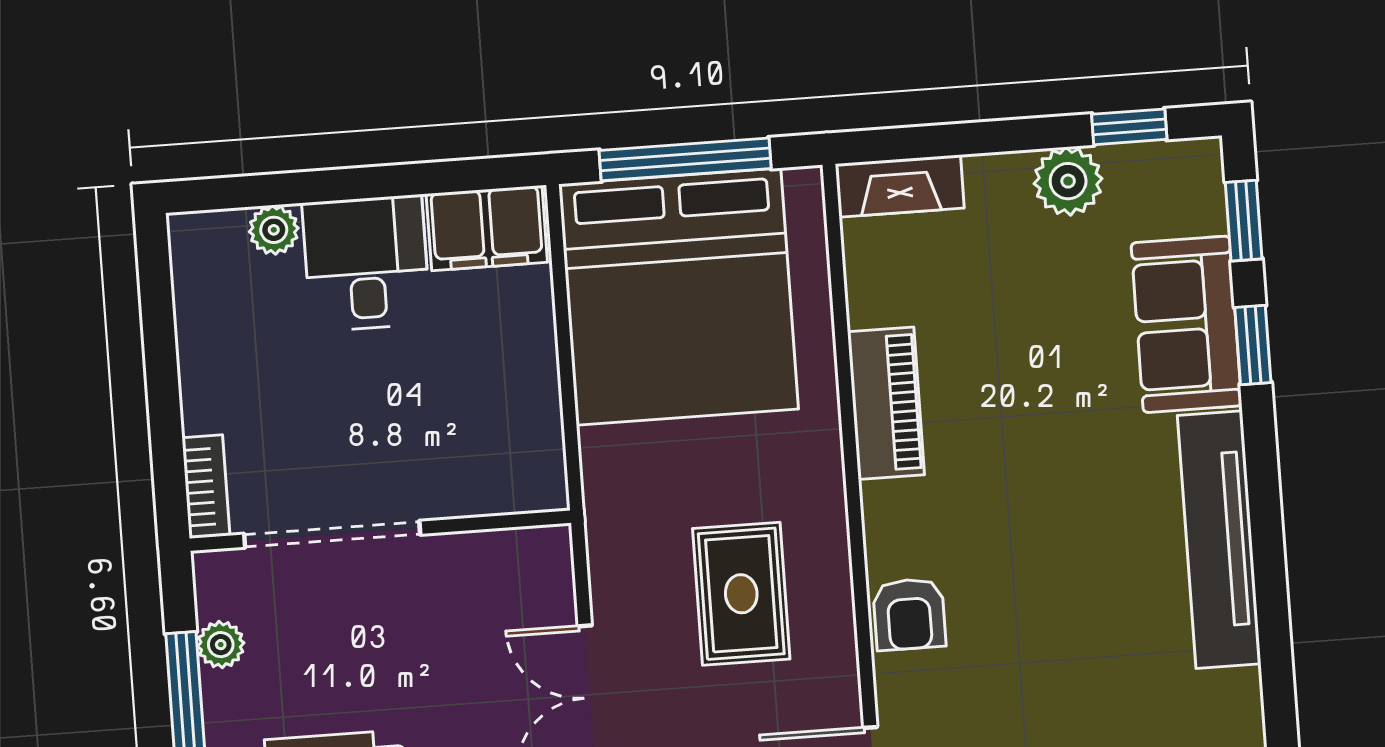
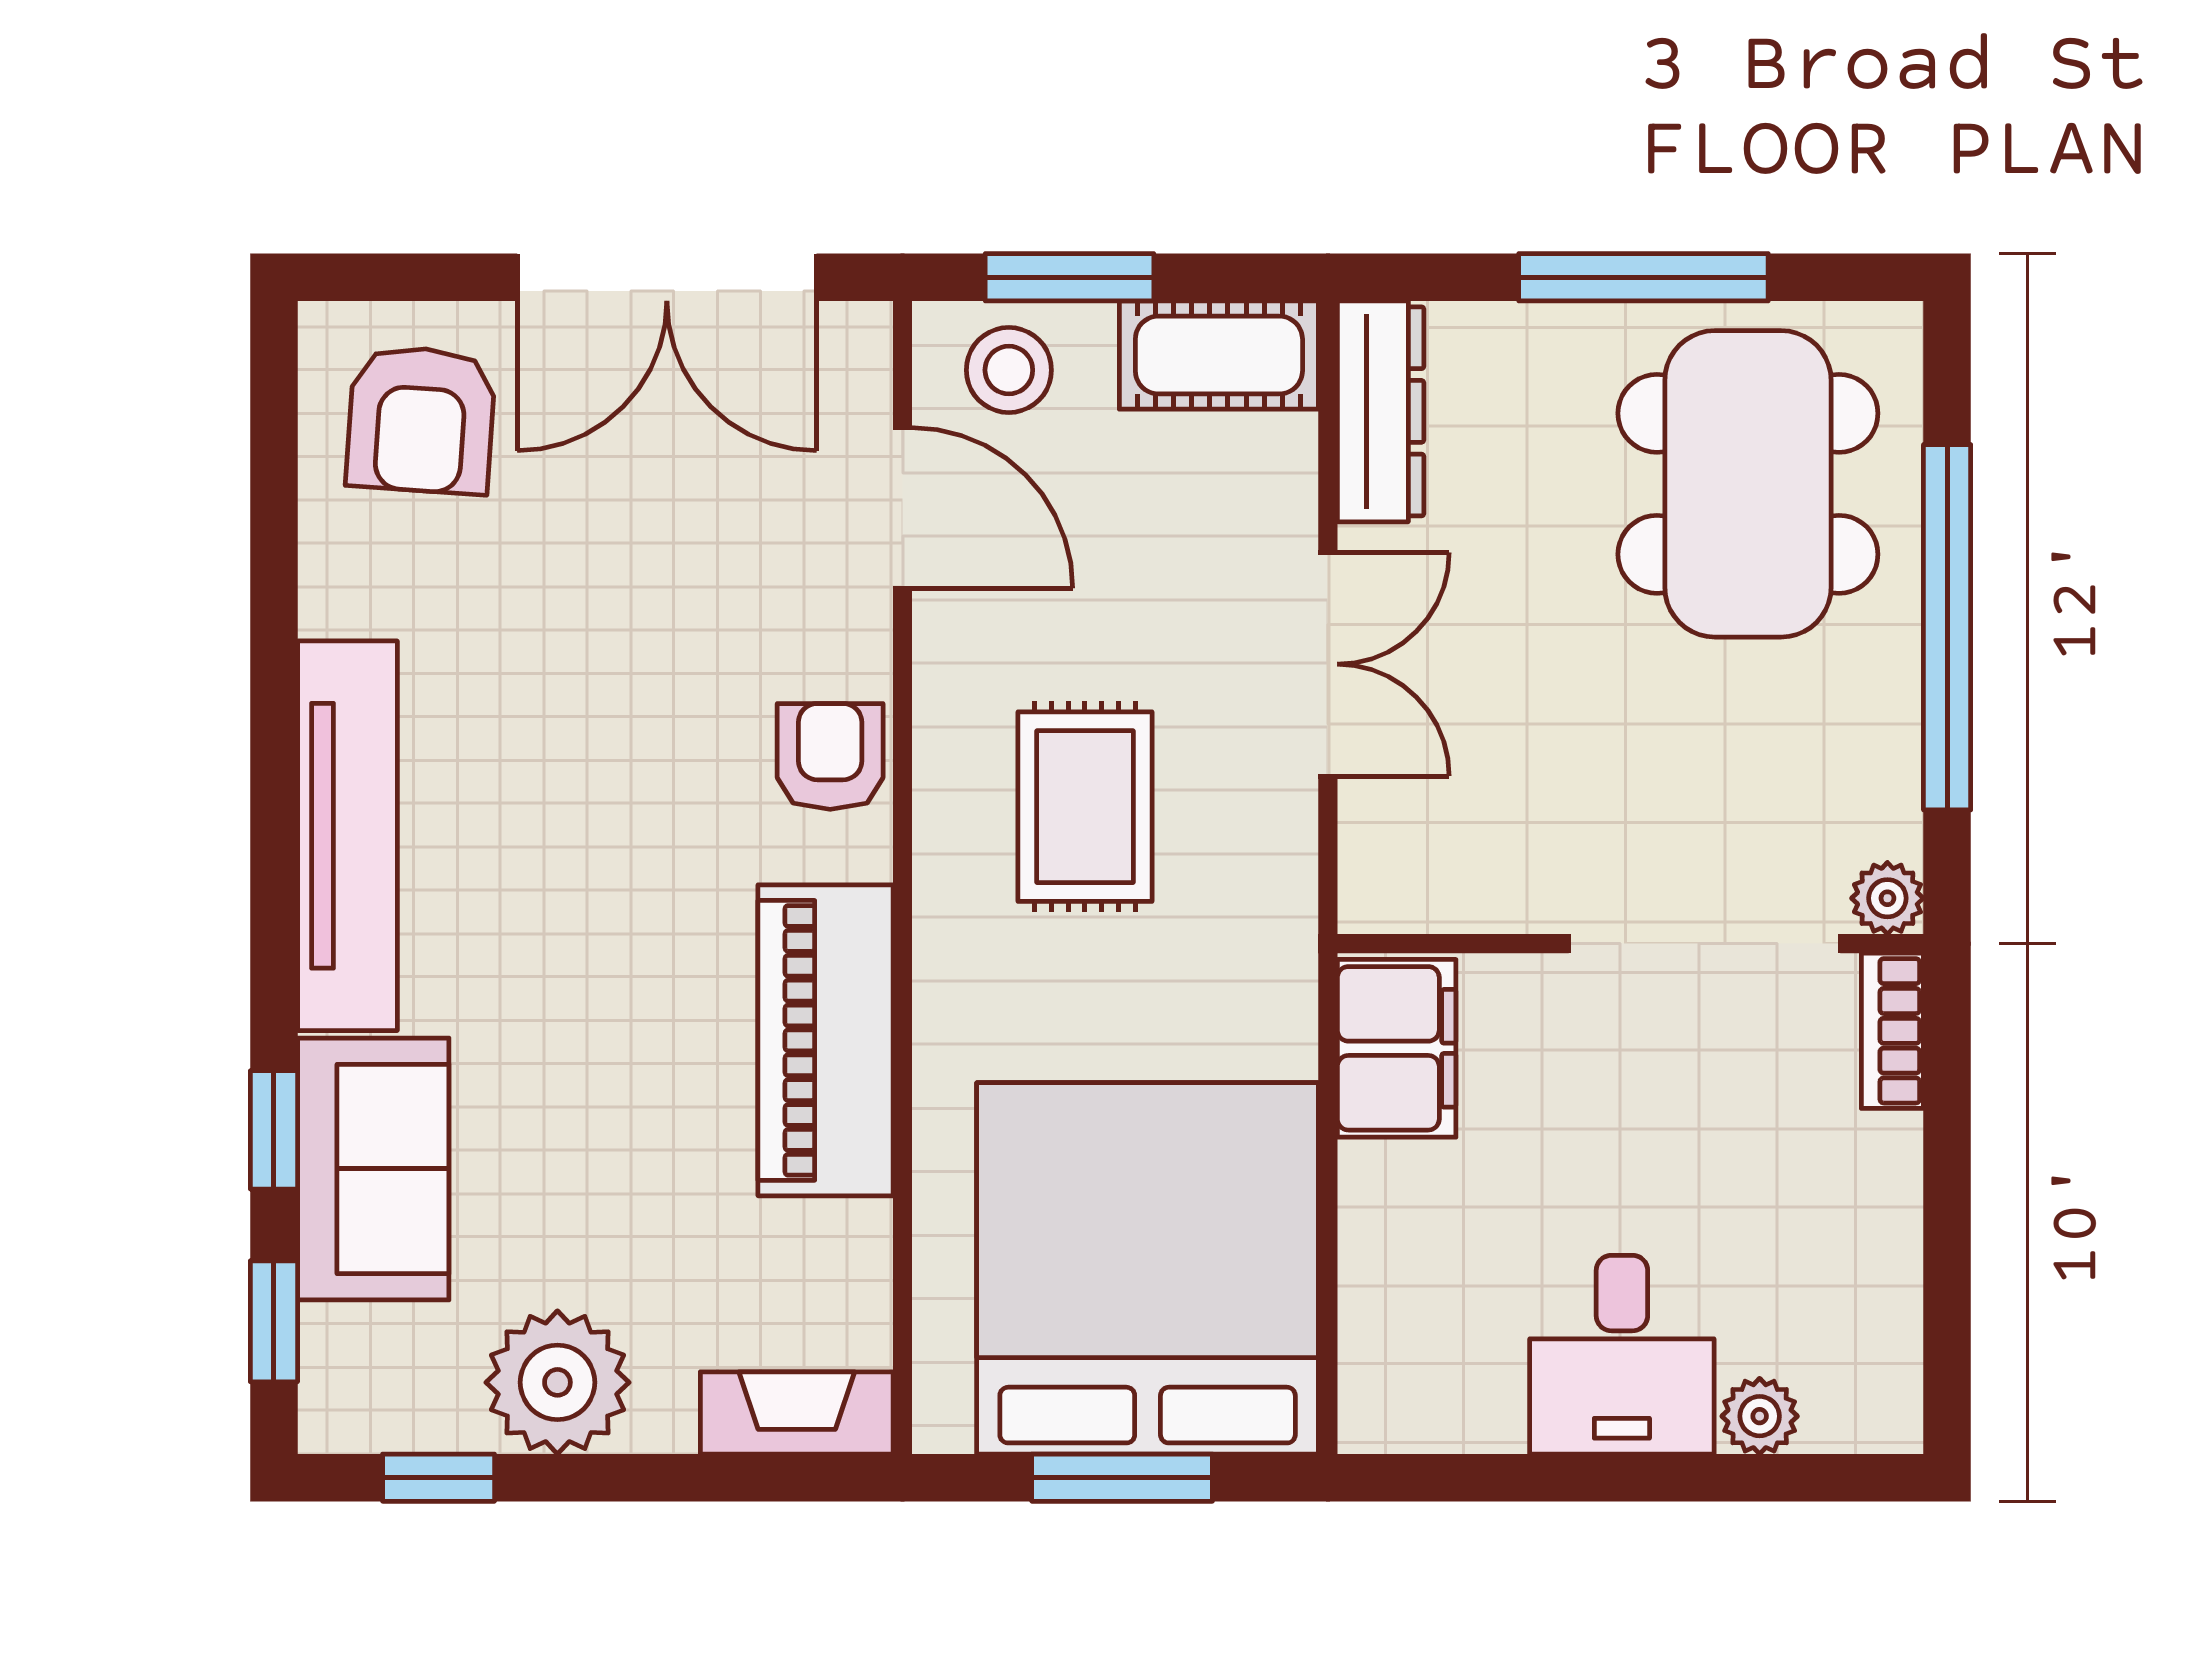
window: (685, 159) -> (1122, 1478), width x0.69
plant: (1068, 181) -> (557, 1382), width x1.36, depth x1.36
filing cabinet: (487, 228) -> (1397, 1048), moved, turned 90
piano: (886, 403) -> (826, 1040), width x1.37, depth x1.33
plant: (221, 645) -> (1887, 898), moved

